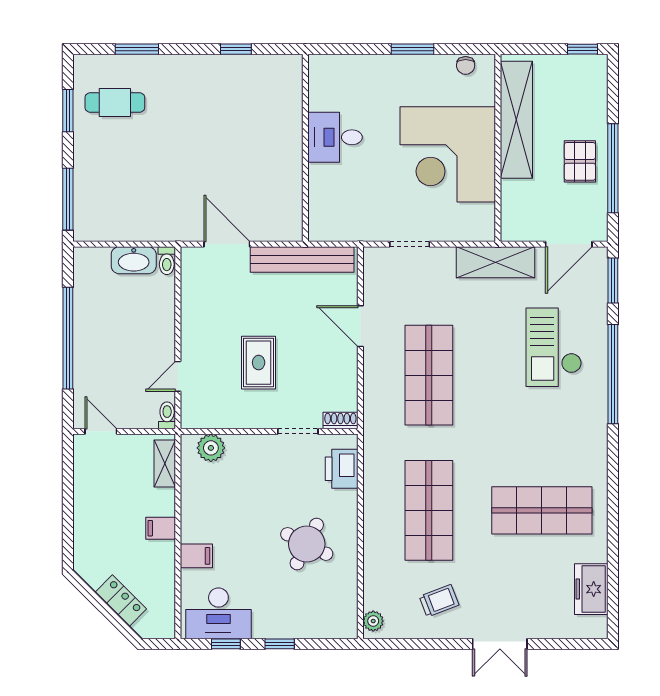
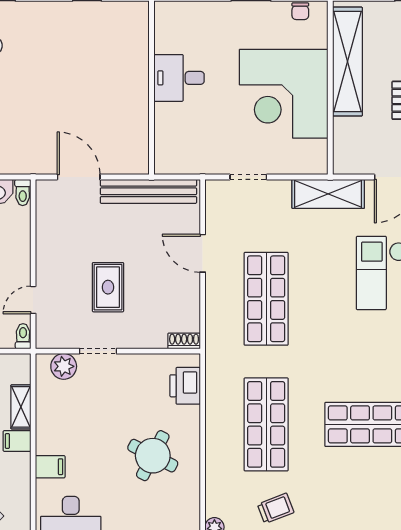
doorway: (298, 431) -> (98, 351), moved
shelving: (165, 464) -> (21, 407), moved

